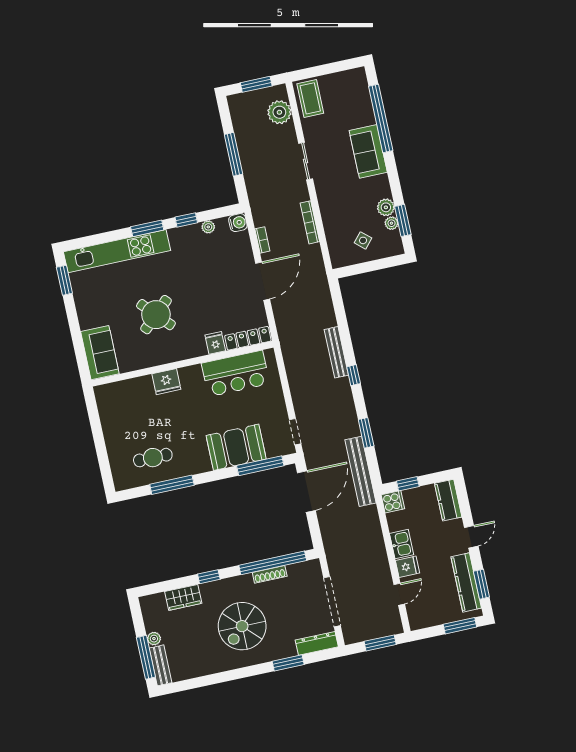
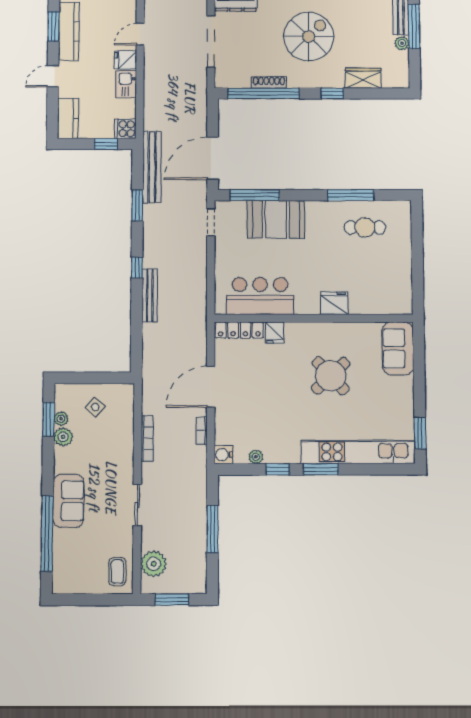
coffee table: (310, 98) -> (117, 572), width x0.73, depth x0.77

